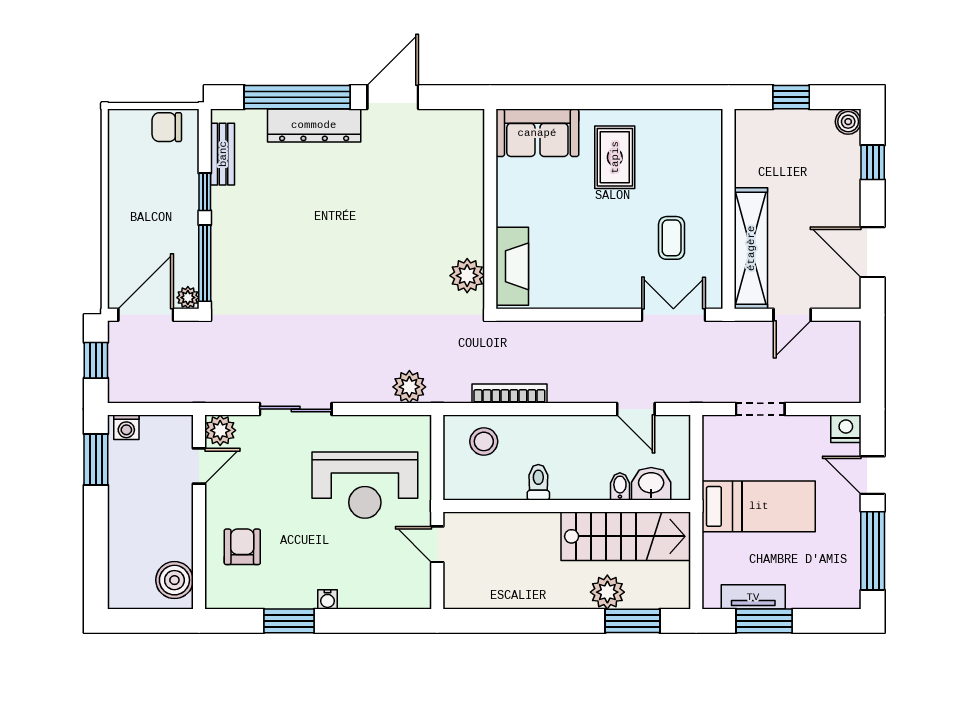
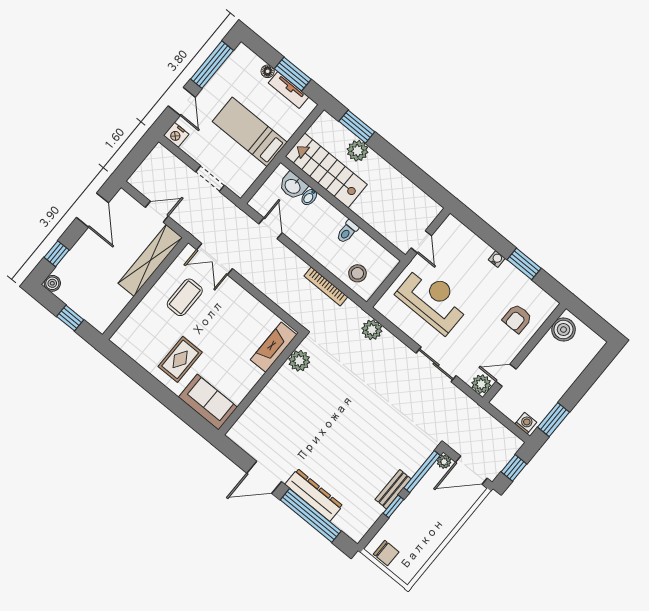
bench: (223, 154) -> (393, 489), moved
coffee table: (672, 238) -> (185, 297), width x1.36, depth x1.30
floor lamp: (798, 599) -> (268, 71), added

